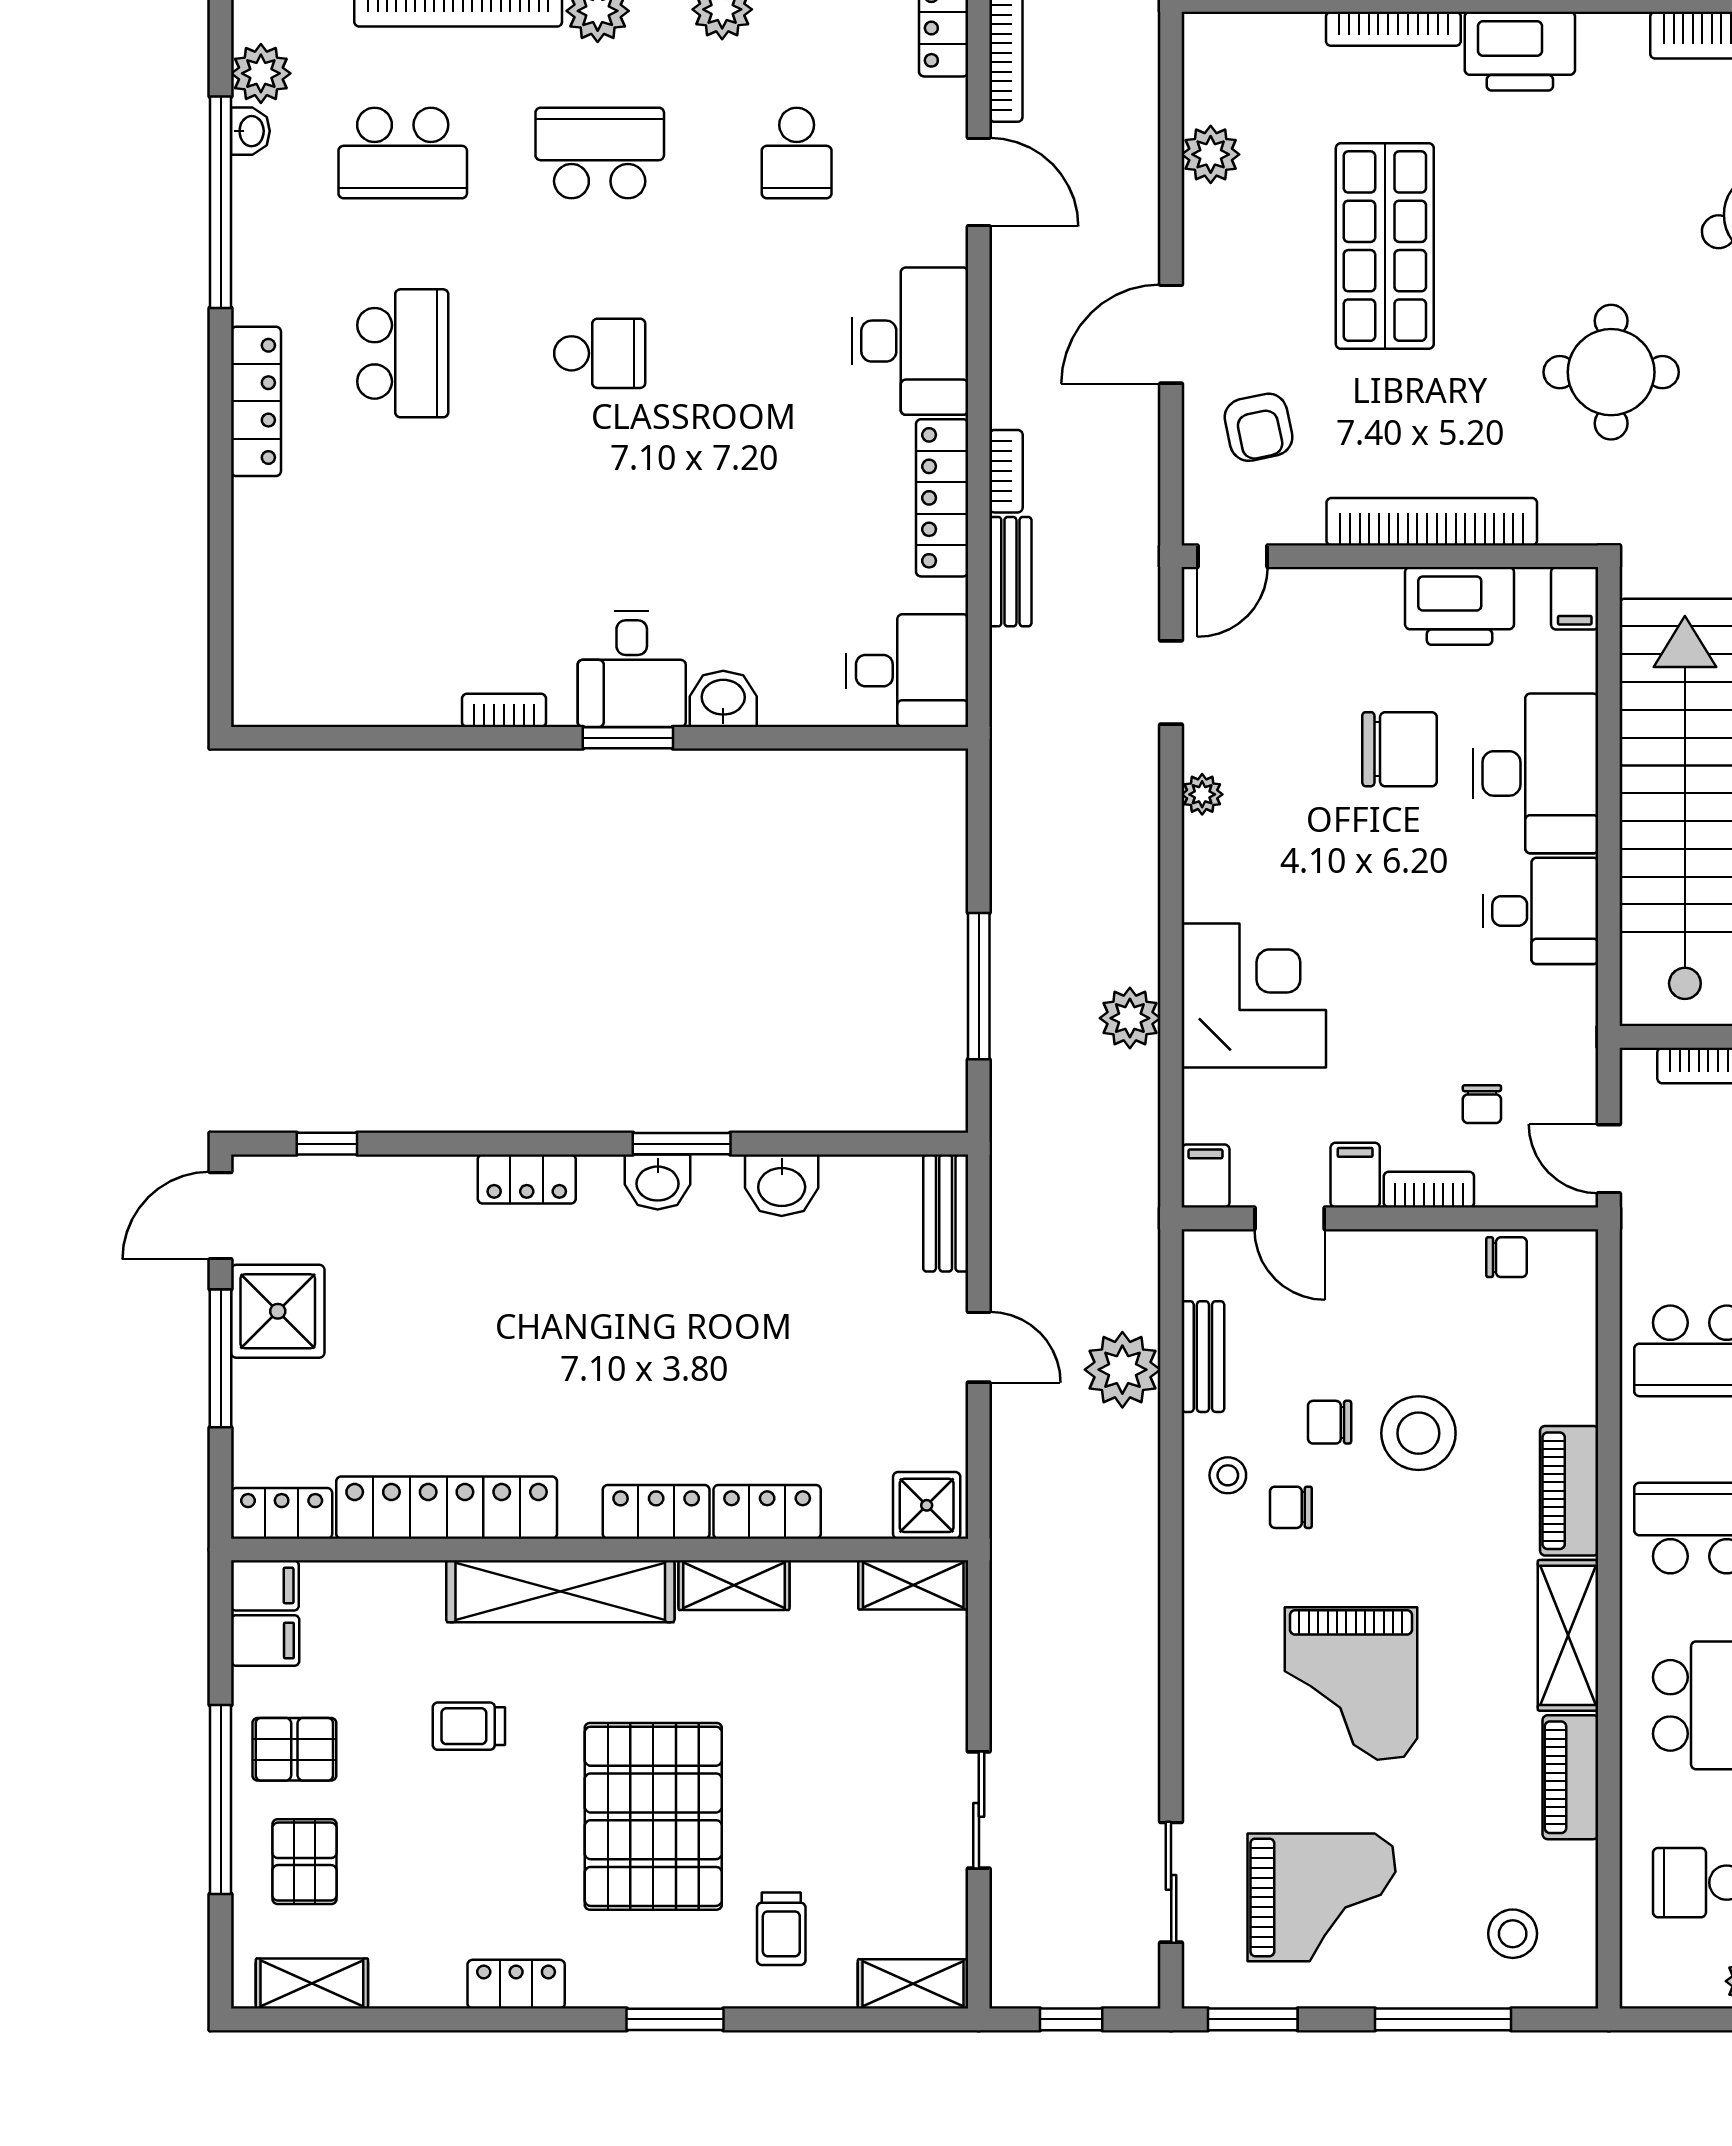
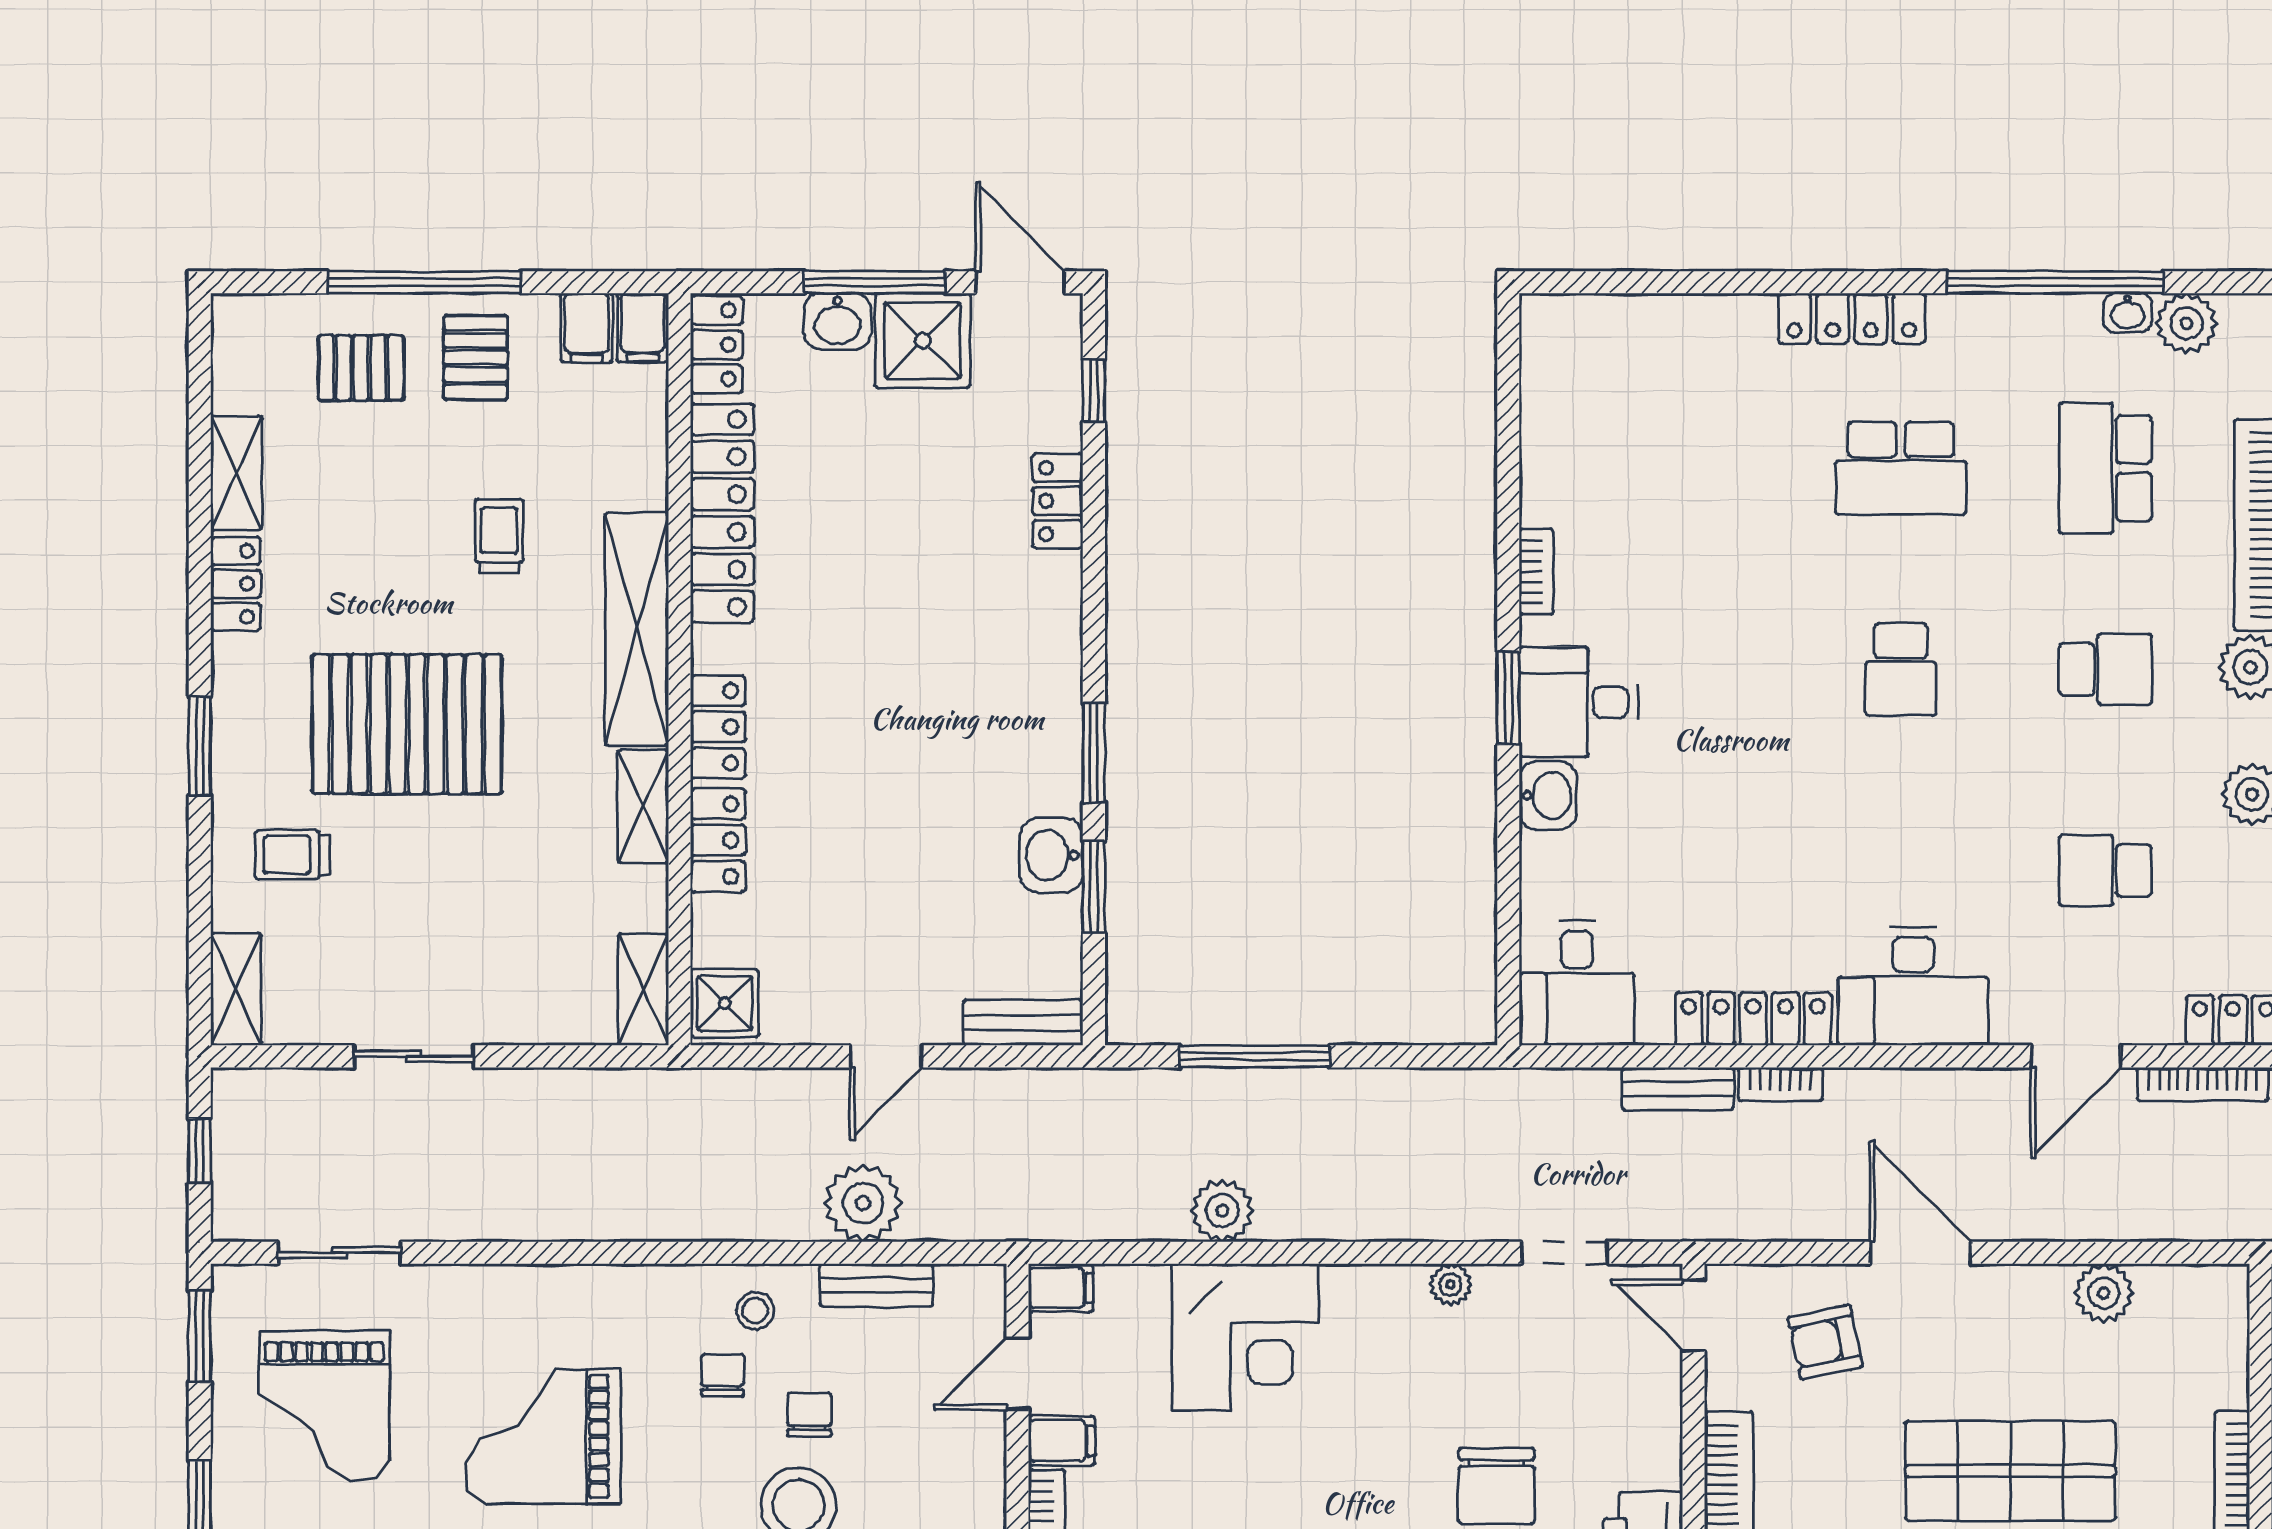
school desk: (600, 153) -> (2105, 669), width x0.54
window: (813, 1144) -> (1094, 887), added
locker: (527, 1179) -> (1058, 501), moved
washbasin: (658, 1182) -> (838, 321), moved, turned -90
shelving: (312, 1984) -> (236, 473), moved

